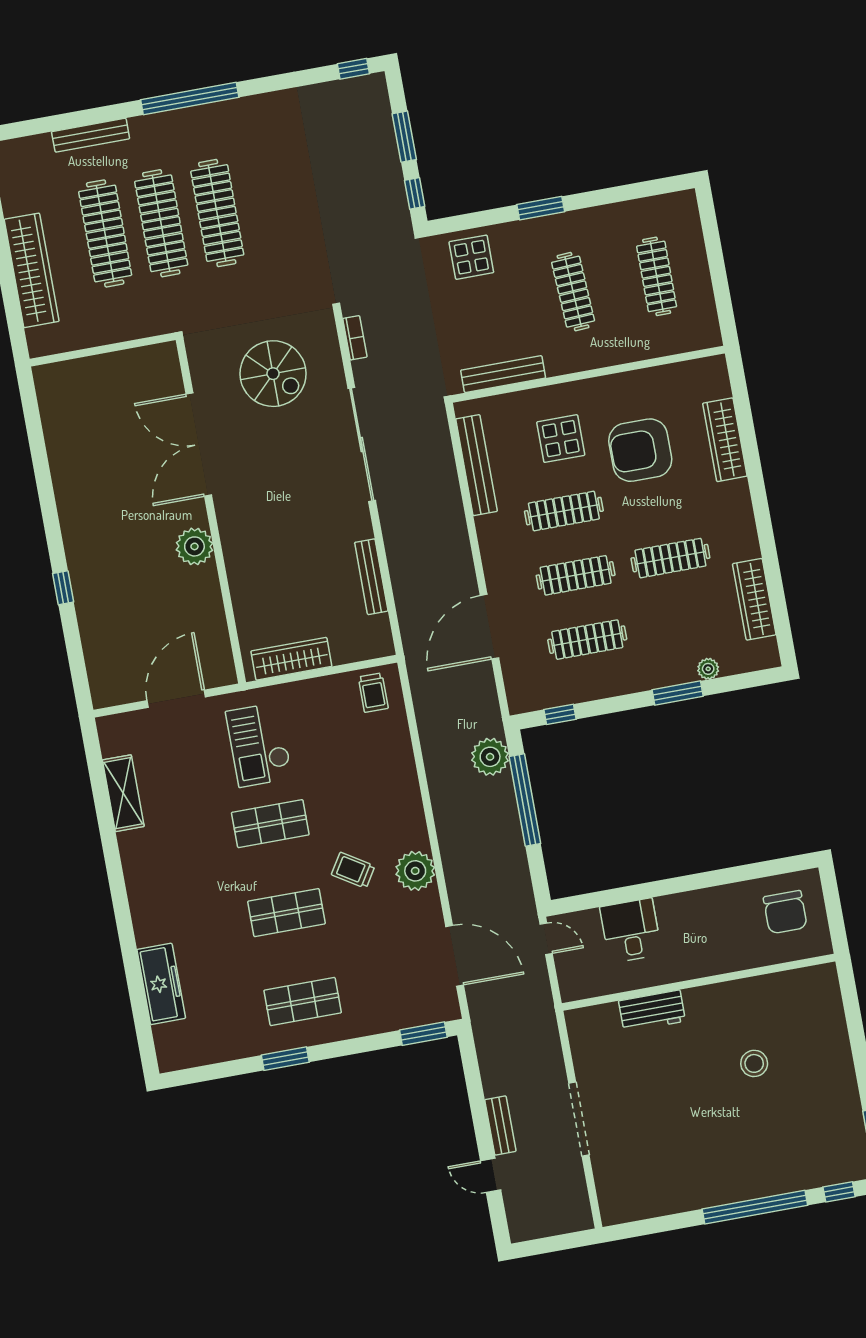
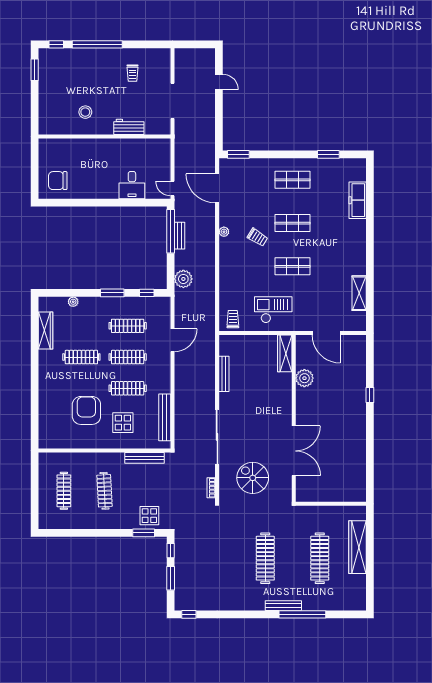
window: (190, 98) -> (302, 614), moved
bench: (91, 135) -> (283, 606), moved
window: (541, 208) -> (144, 533), moved
clothes rail: (161, 223) -> (292, 558), removed
wardrobe: (725, 440) -> (46, 408), removed
armchair: (640, 450) -> (86, 410), turned -90
plant: (194, 546) -> (304, 378), moved
door: (489, 627) -> (173, 340), width x0.73
wardrobe: (291, 659) -> (285, 353), moved, turned 90
window: (678, 693) -> (112, 293), moved
door: (176, 699) -> (326, 333), hinge flipped
checkout: (259, 745) -> (273, 310), moved, turned -90
window: (525, 800) -> (171, 231), moved
plant: (415, 871) -> (224, 232), width x0.53, depth x0.53
chair: (785, 912) -> (58, 181), turned -90
wall: (699, 982) -> (105, 136), moved
workbench: (652, 1011) -> (129, 127), moved
window: (285, 1059) -> (328, 154), moved
bench: (500, 1125) -> (180, 236), moved
trolley: (672, 1161) -> (132, 73), added

